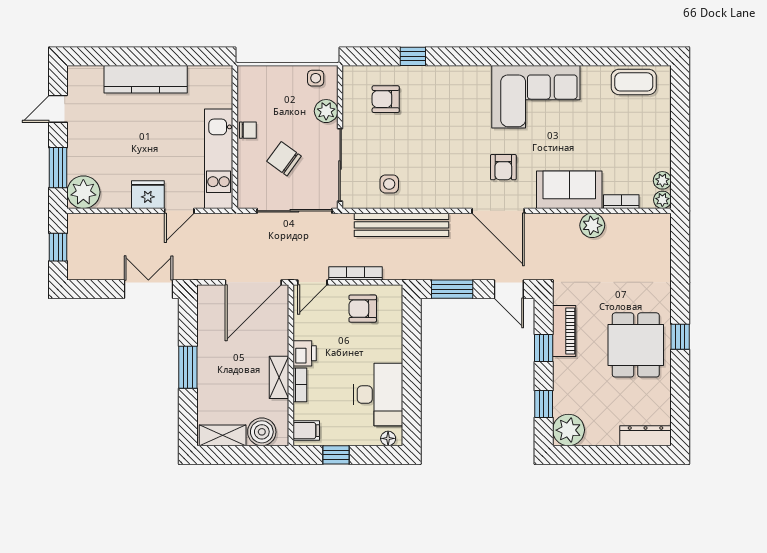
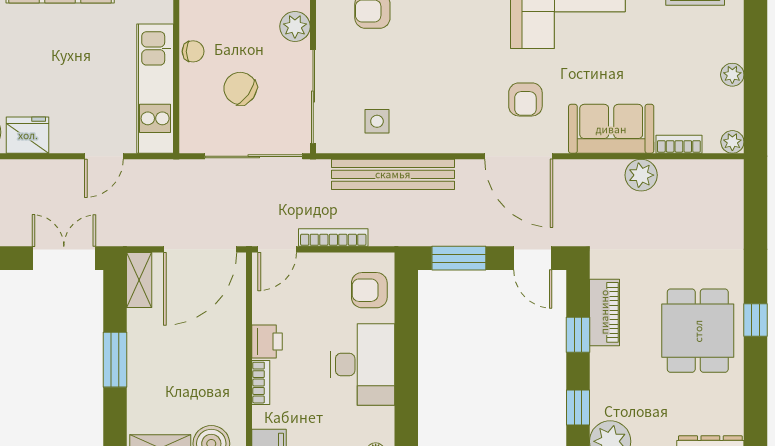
plant: (662, 180) -> (732, 75), moved
fridge: (148, 195) -> (28, 135), moved
armchair: (363, 309) -> (369, 290), moved
shelving: (279, 377) -> (139, 280), moved
desk: (378, 395) -> (362, 364), moved

